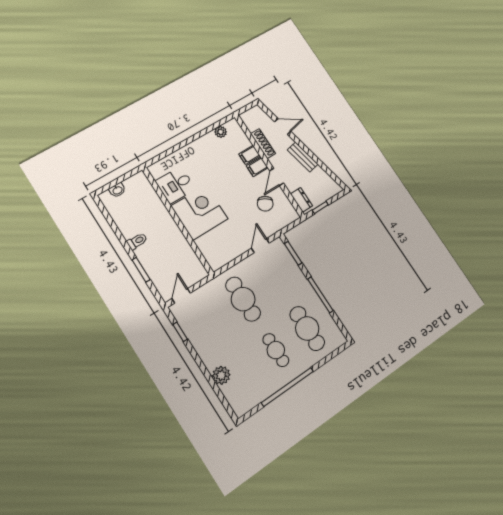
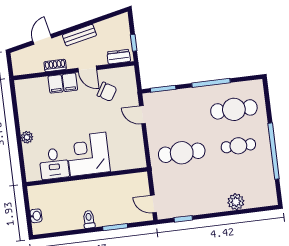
plant: (221, 132) -> (27, 137), moved
shoe rack: (263, 144) -> (55, 66), width x0.70

